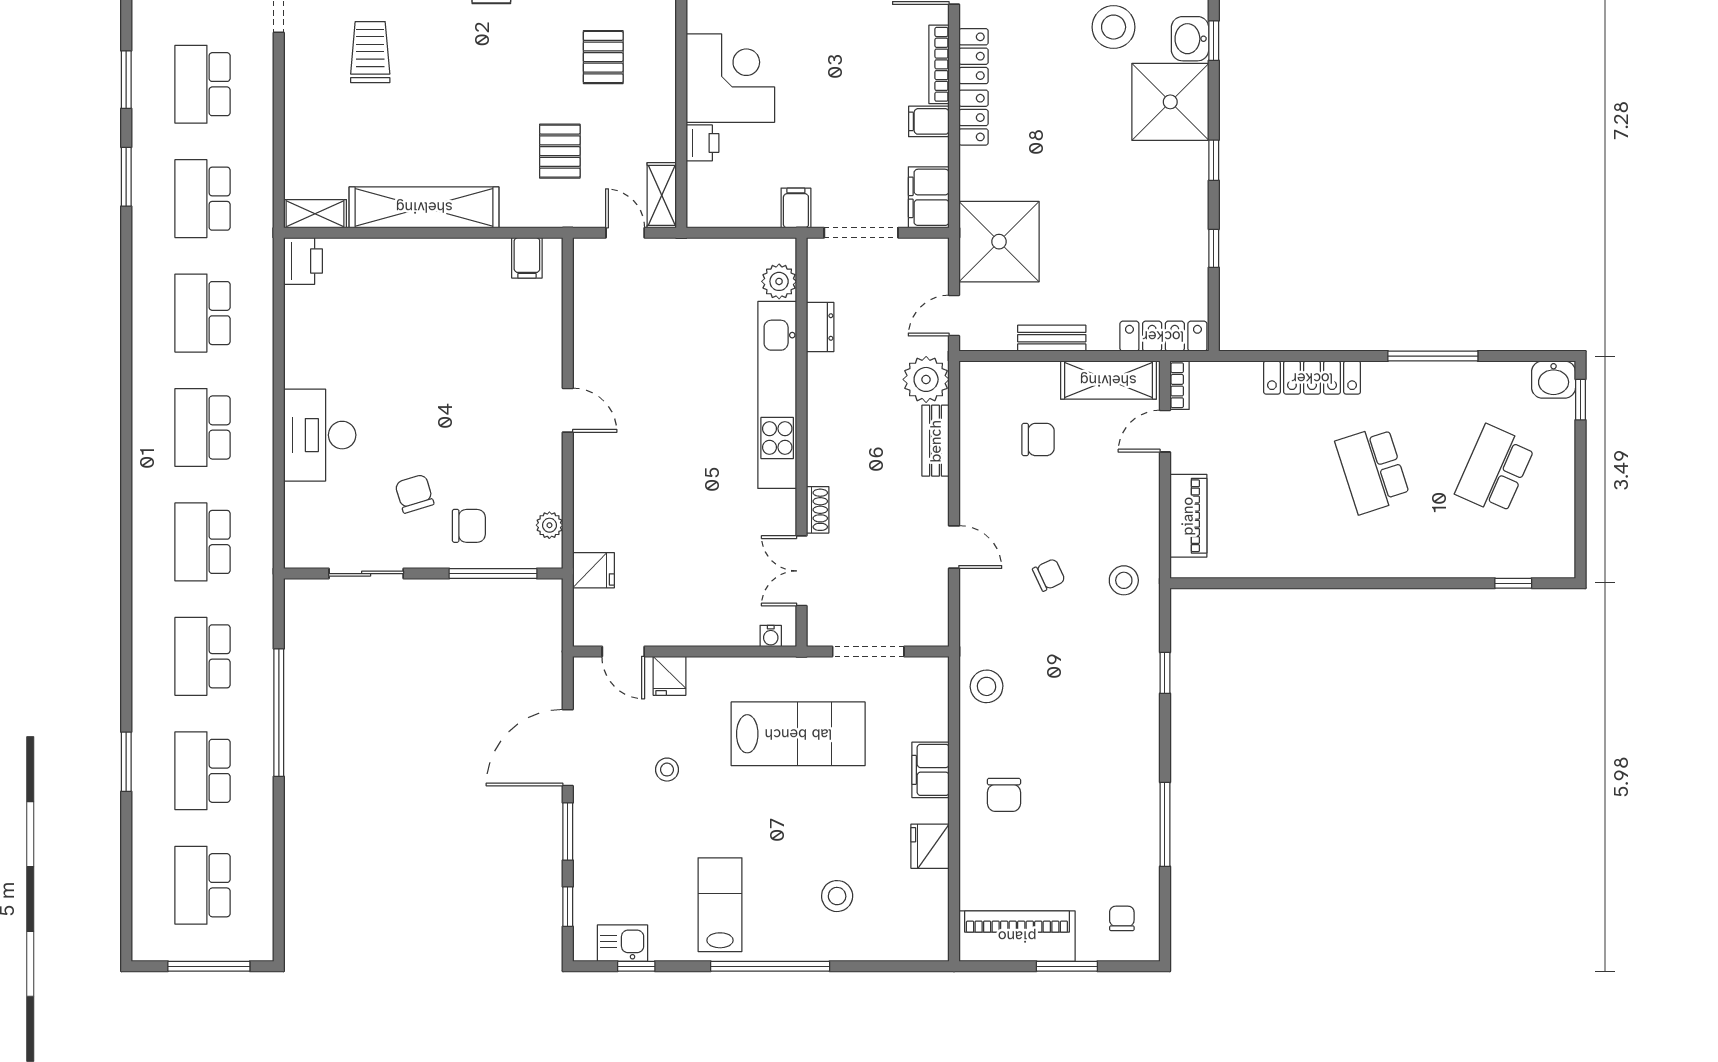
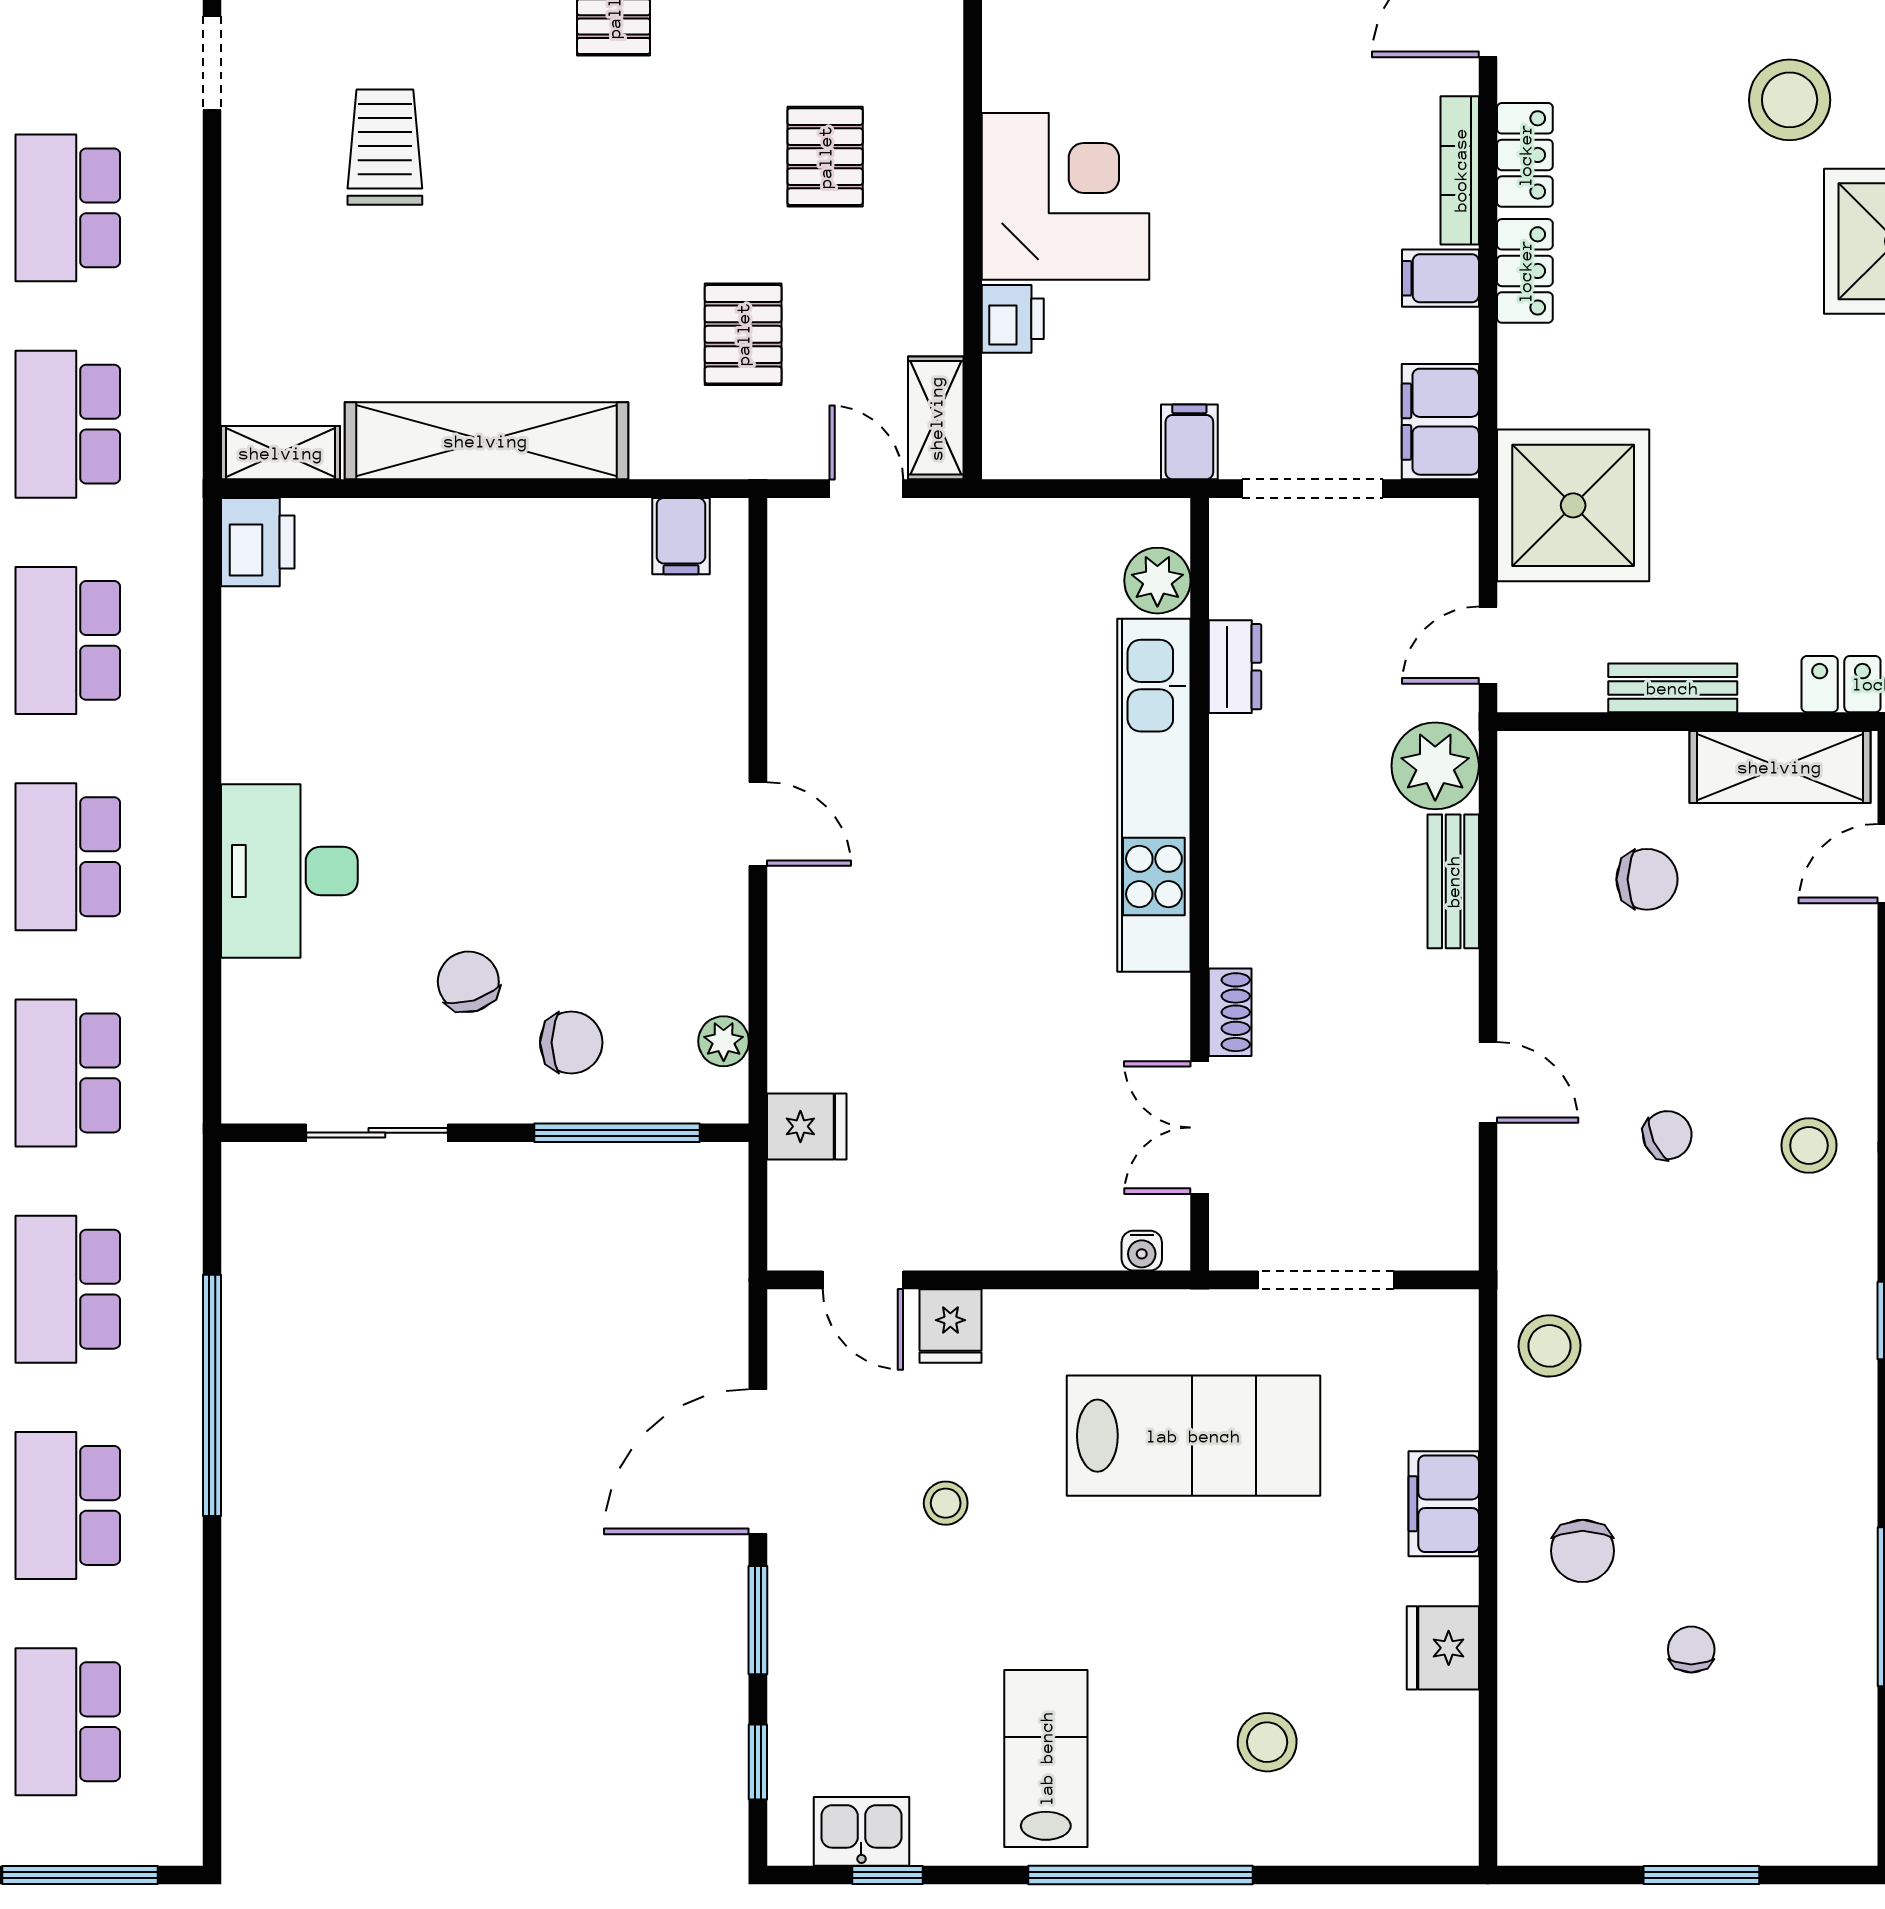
chair: (1122, 918) -> (1691, 1650), moved
piano: (1017, 936) -> (1607, 1818), removed

